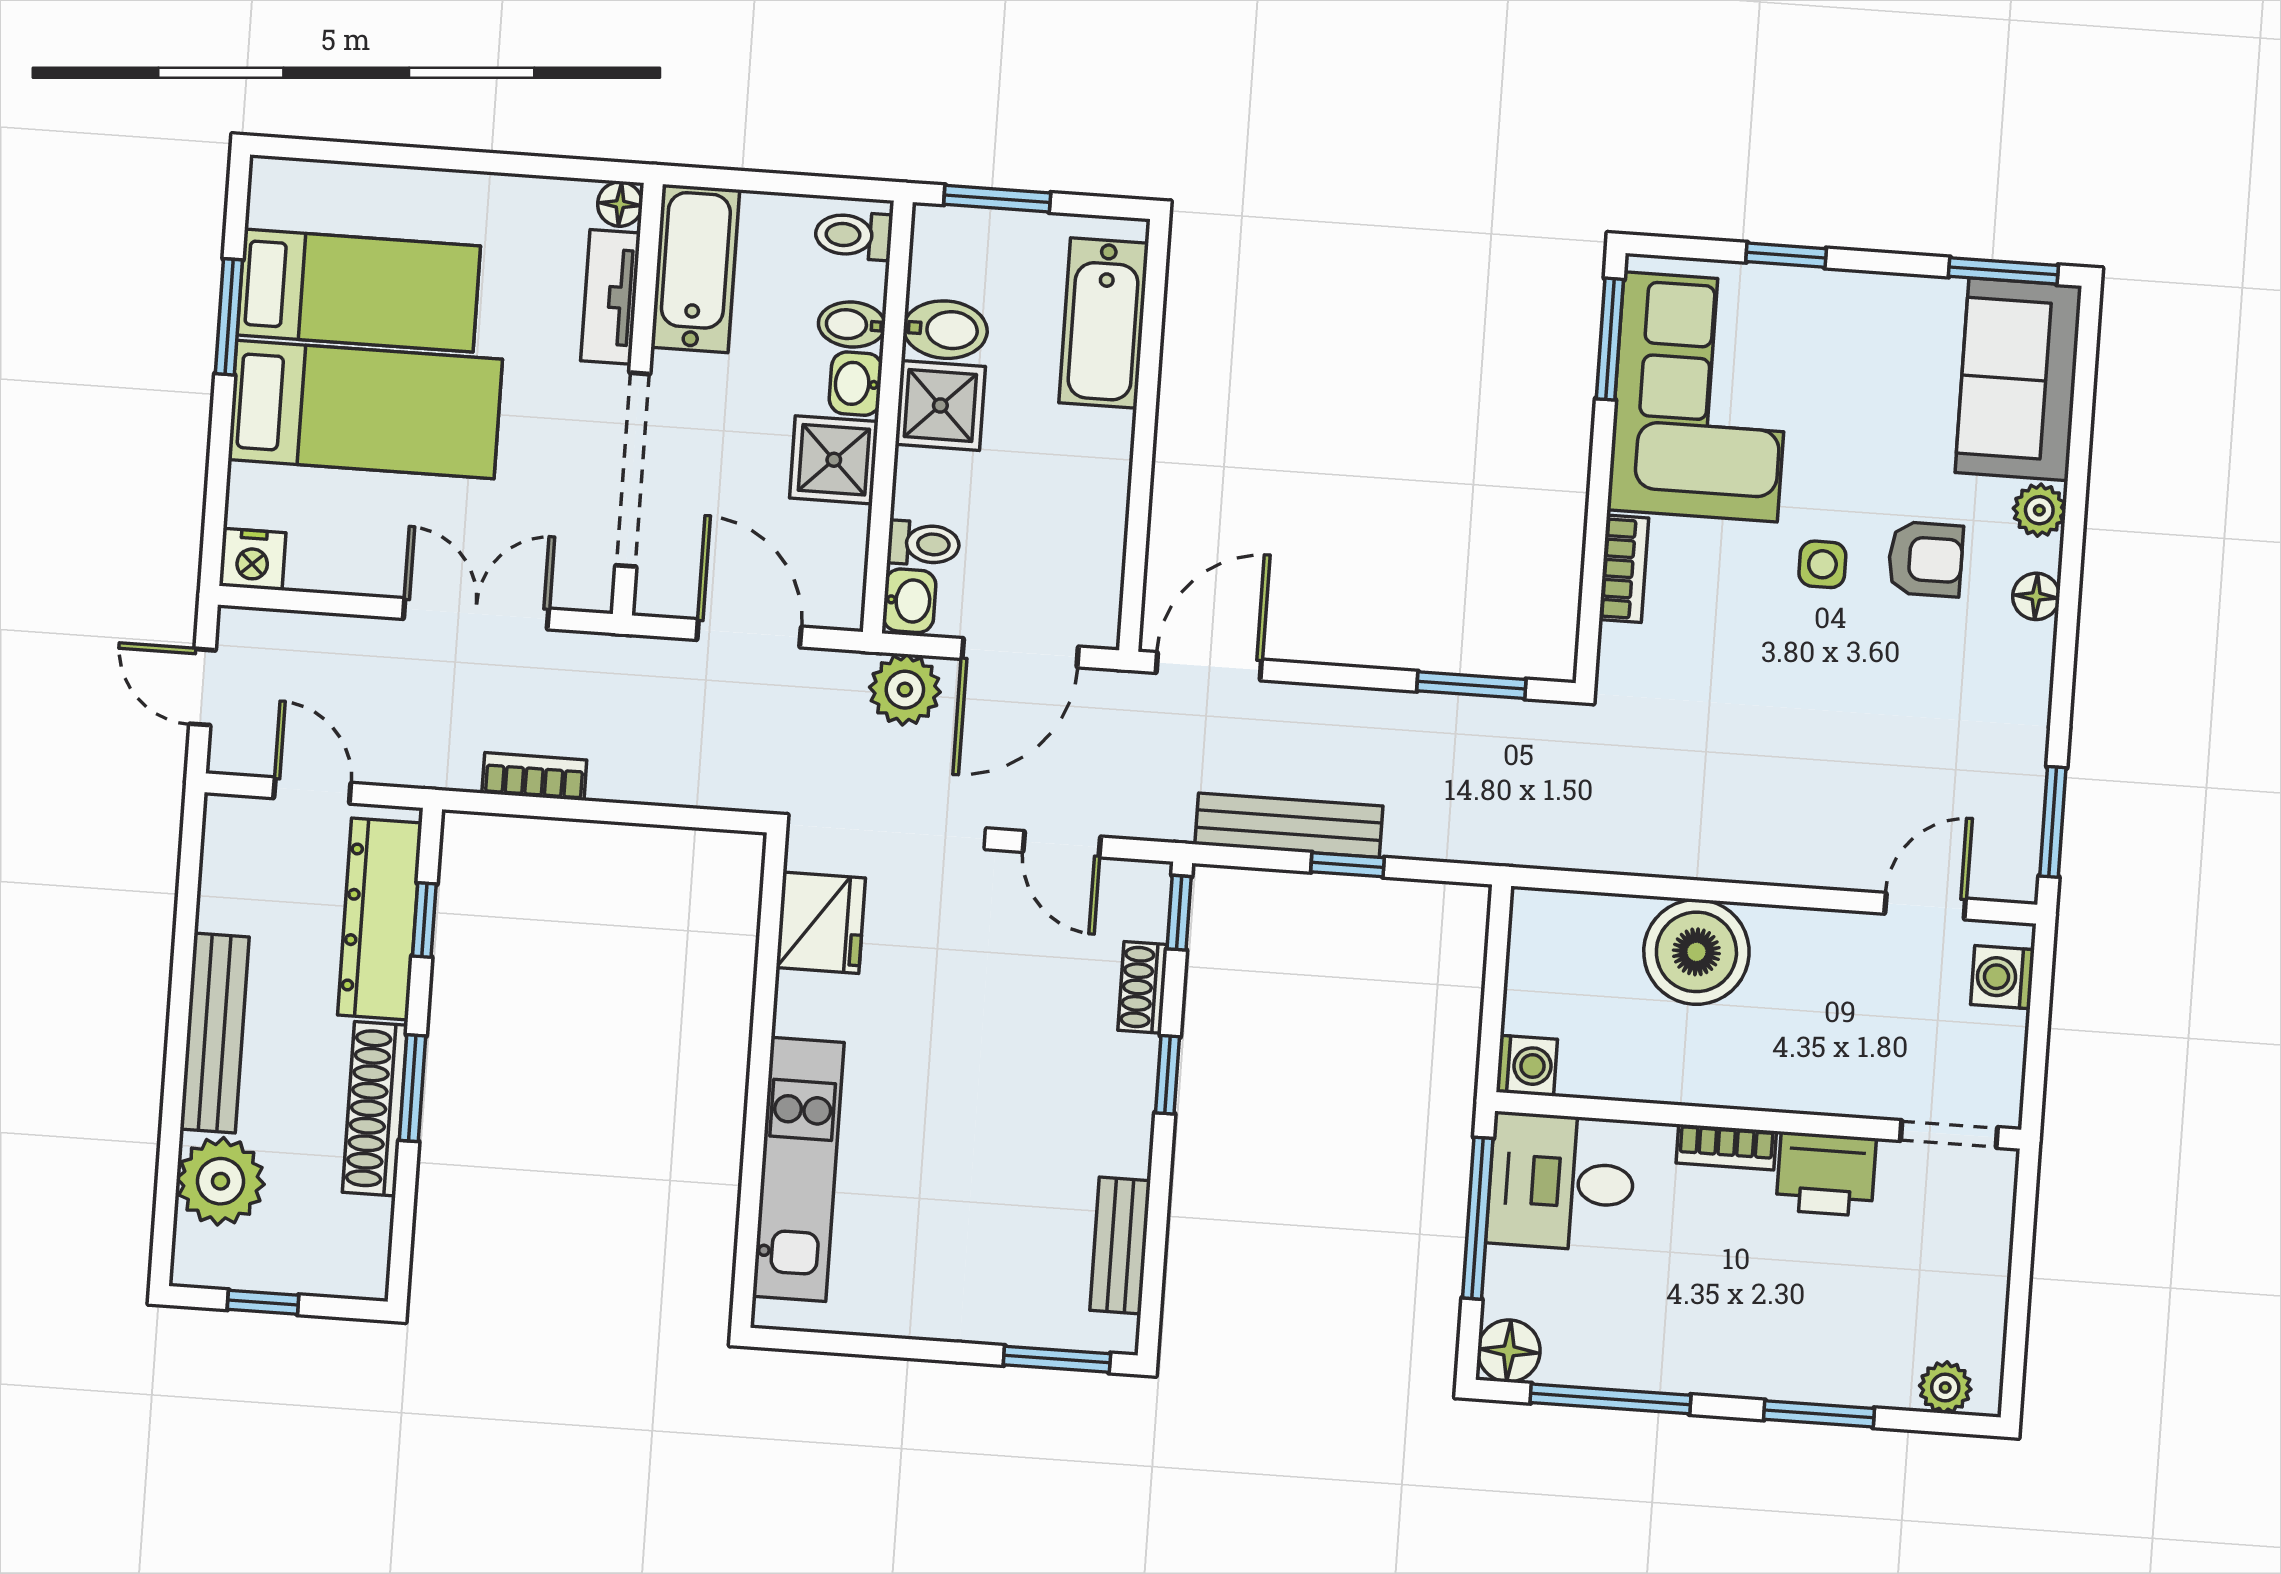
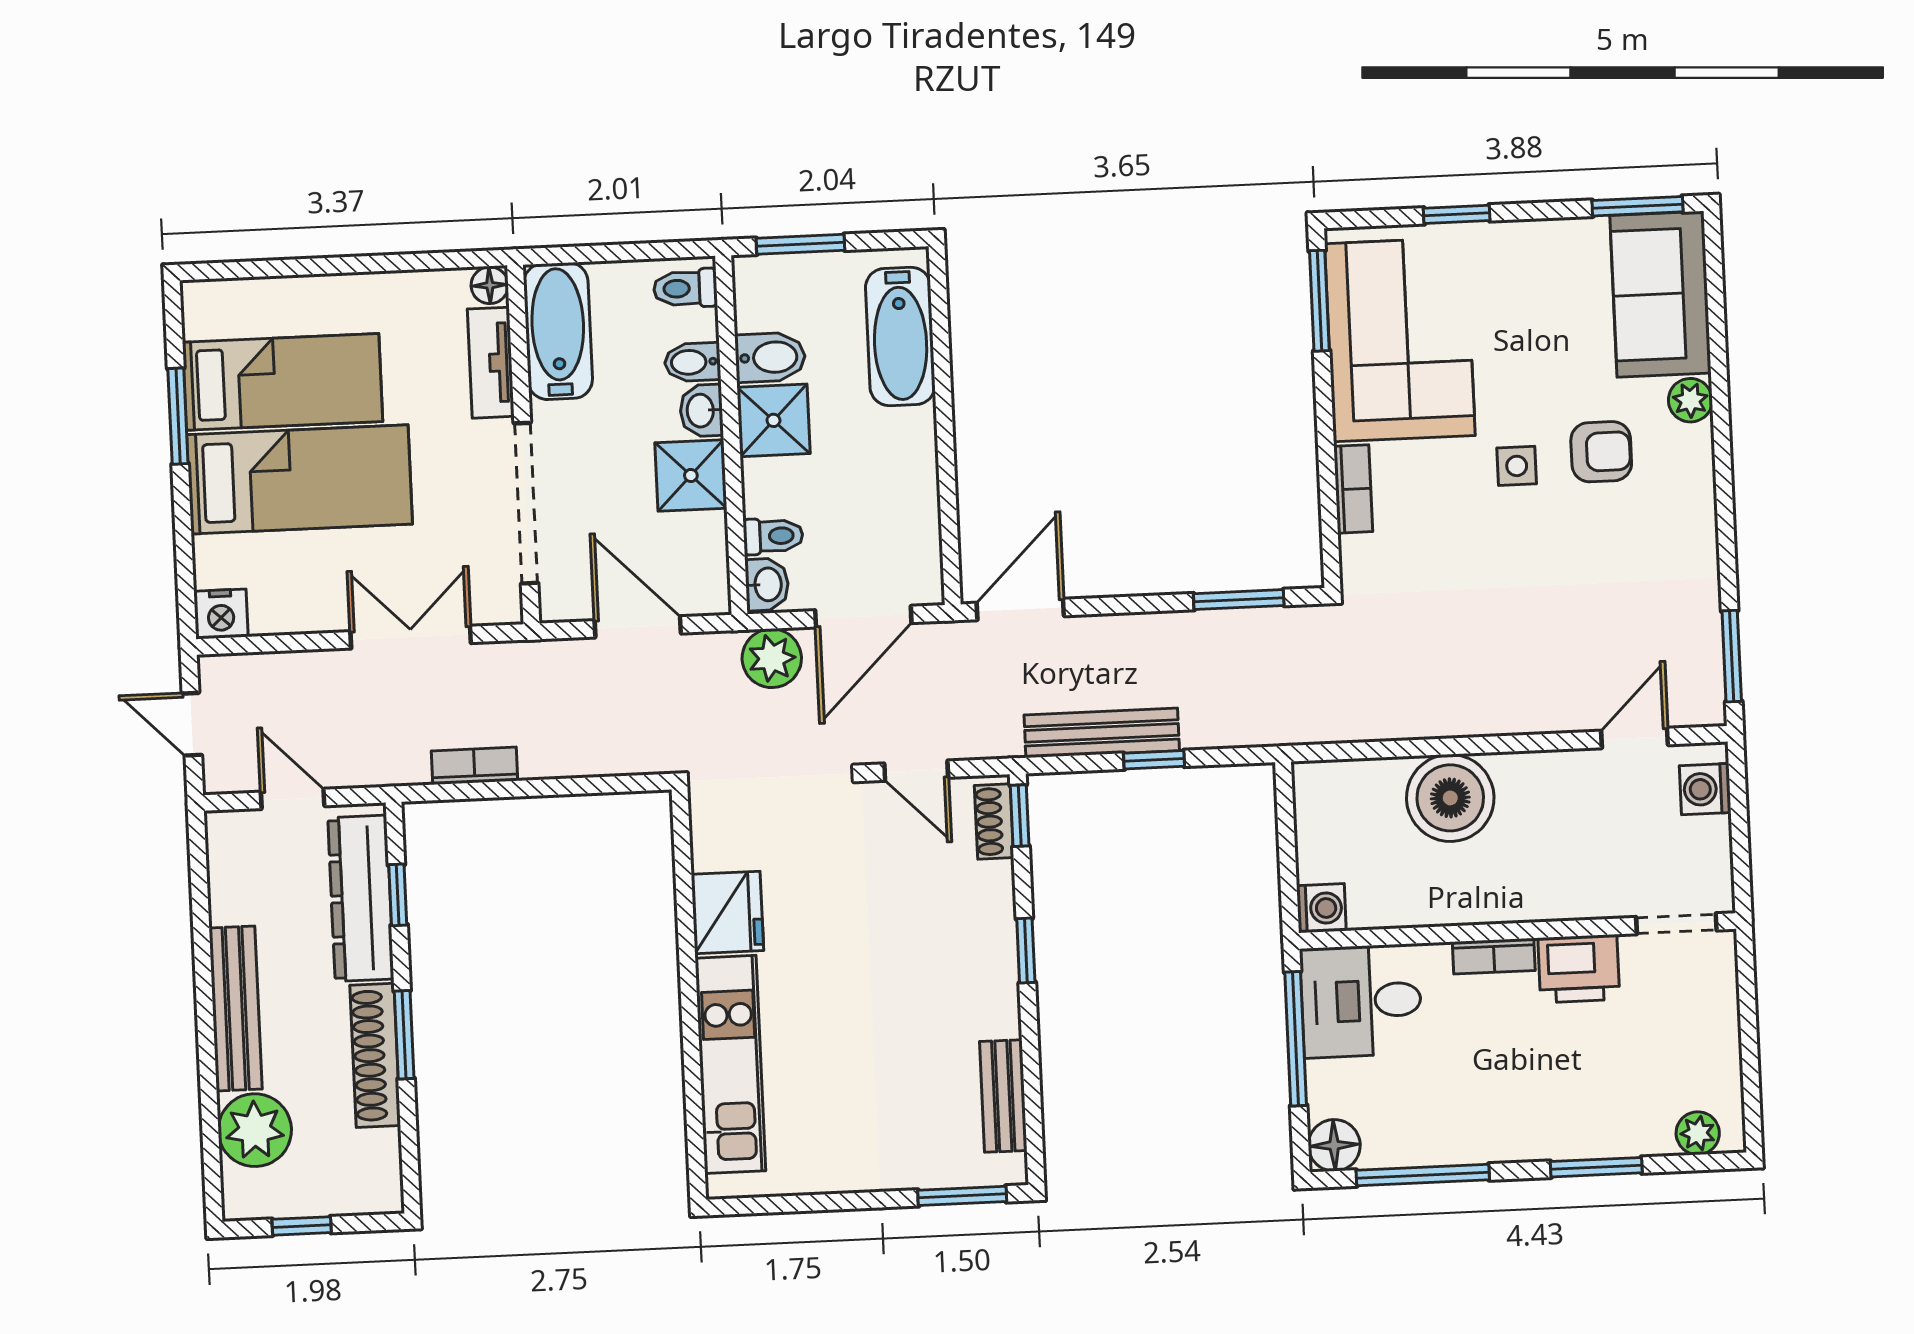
floor lamp: (2036, 596) -> (1696, 472), removed
fridge: (821, 923) -> (727, 912), moved
shoe rack: (1143, 987) -> (994, 821), moved

